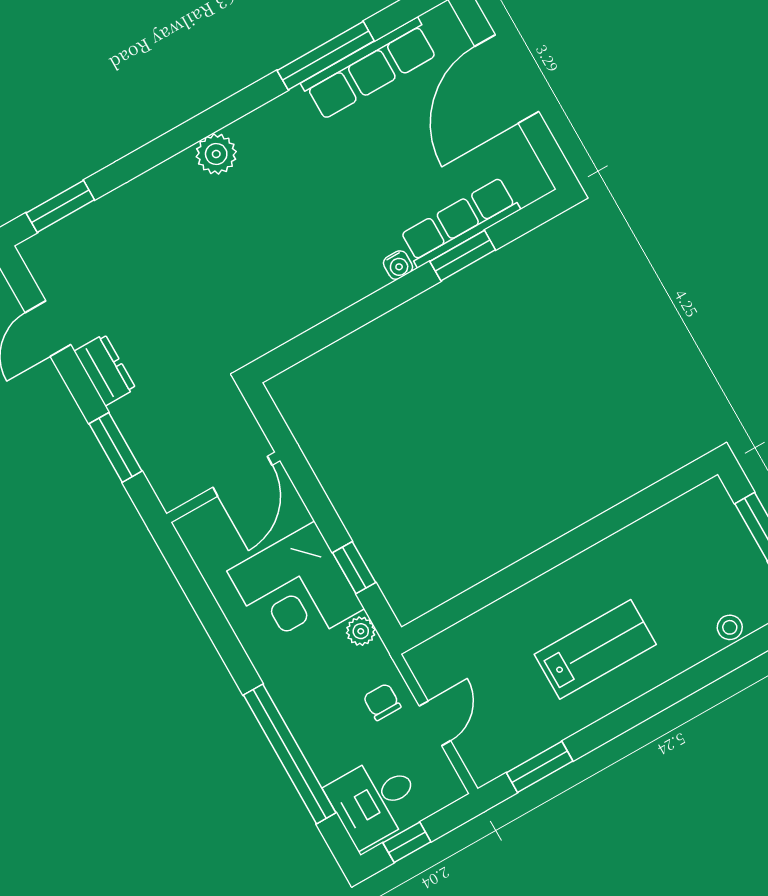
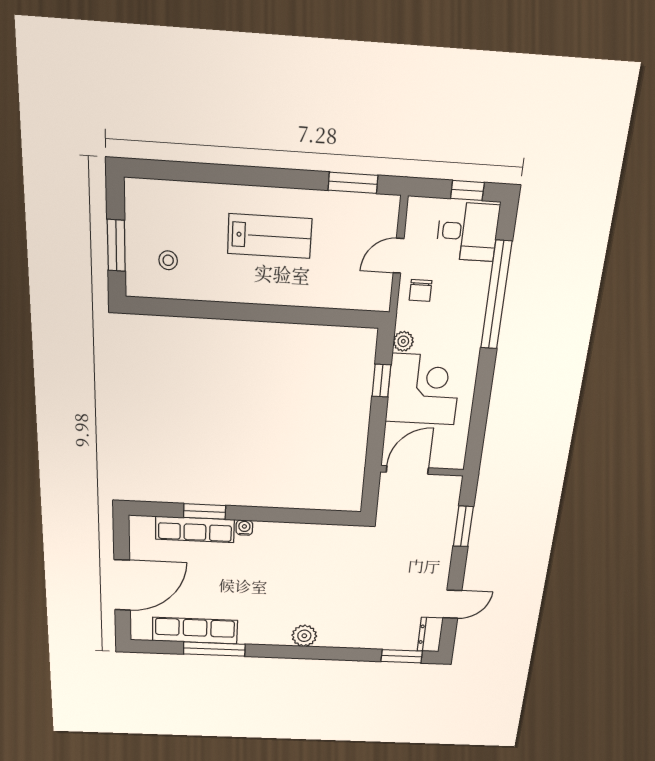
dresser: (105, 370) -> (430, 635), moved
stool: (730, 627) -> (168, 260), moved
lab bench: (595, 649) -> (270, 236), turned 180

